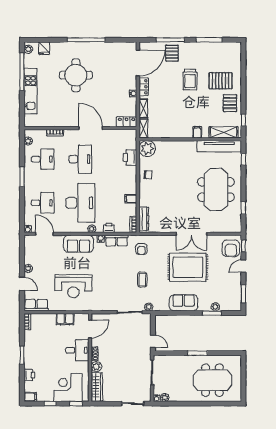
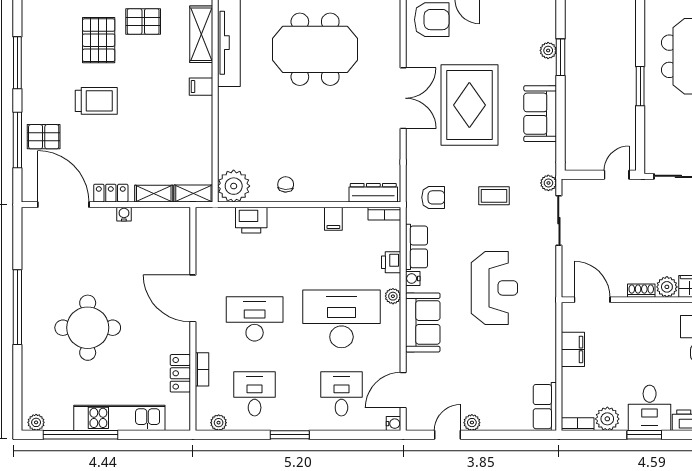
fridge: (44, 48) -> (34, 391), removed
locker: (127, 122) -> (180, 373), moved
door: (91, 128) -> (193, 298), hinge flipped
door: (22, 284) -> (447, 435), moved
reception desk: (73, 286) -> (494, 288), moved
plant: (30, 337) -> (607, 419), added
desk: (77, 350) -> (650, 408), moved, turned 180

